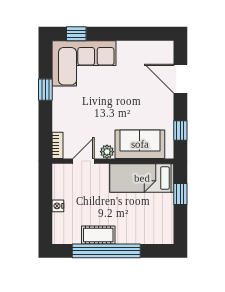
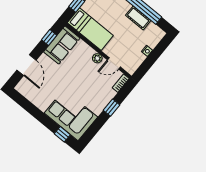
window: (45, 90) -> (111, 108), moved
sofa: (140, 144) -> (62, 45), moved, turned -90

